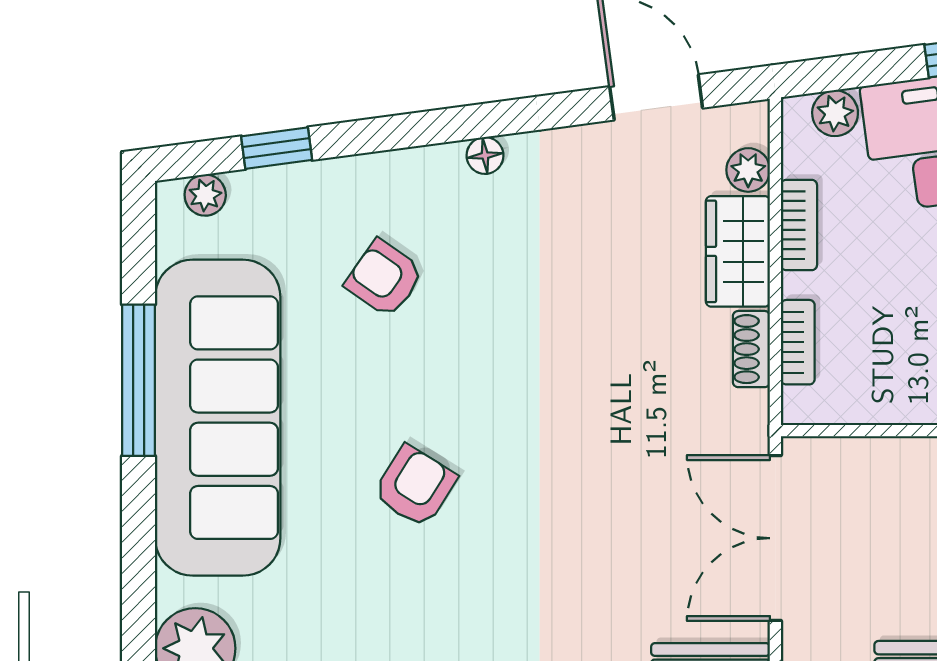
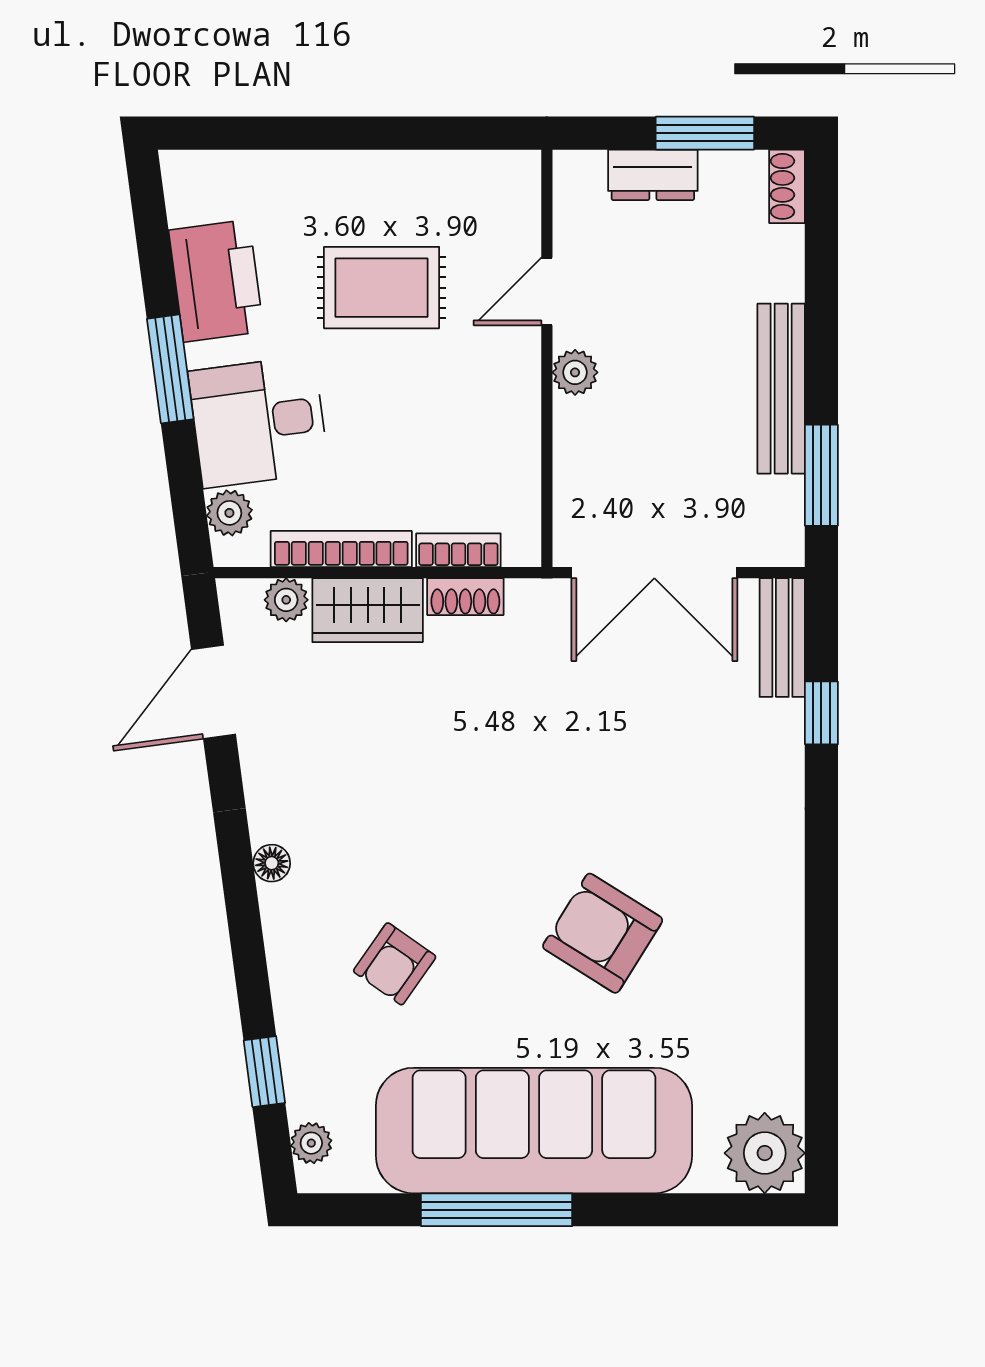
bookcase: (799, 225) -> (341, 549), width x1.56
armchair: (415, 486) -> (603, 933), width x1.38, depth x1.38

